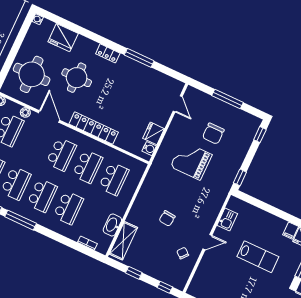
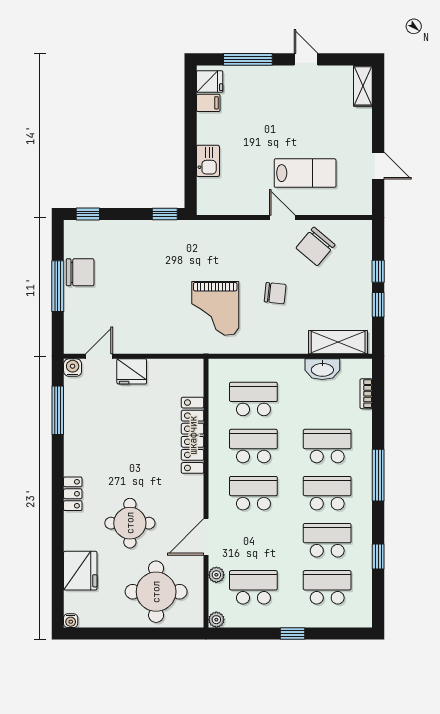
window: (139, 58) -> (58, 410), moved
locker: (94, 128) -> (193, 435), moved
fridge: (154, 133) -> (132, 371), moved
chair: (213, 134) -> (80, 272), moved
water cooler: (149, 149) -> (73, 368), moved
grand piano: (191, 161) -> (215, 308), moved
window: (21, 220) -> (378, 475), moved
kitchen sink: (227, 220) -> (208, 161), moved, turned 90
chair: (183, 253) -> (315, 246), width x1.87, depth x1.87
lab bench: (258, 257) -> (305, 173), moved, turned 90
window: (165, 287) -> (378, 271), moved

